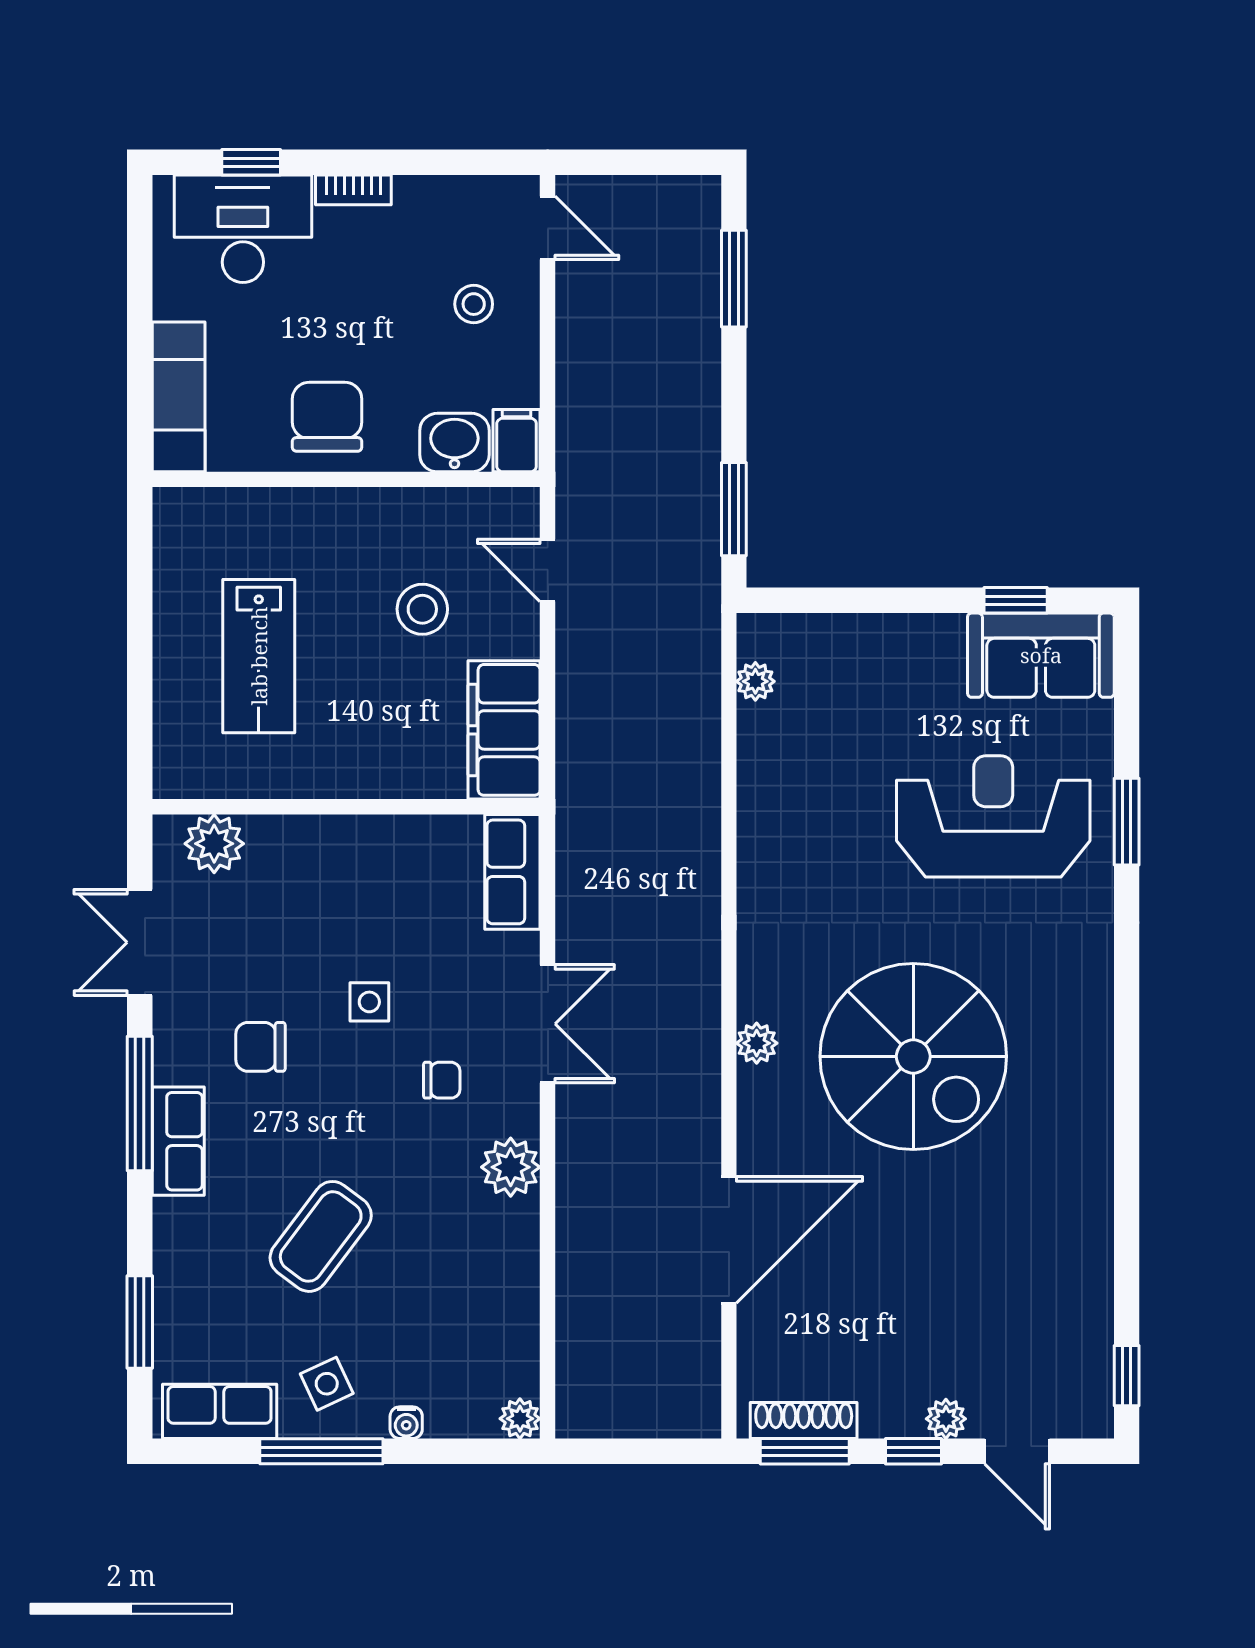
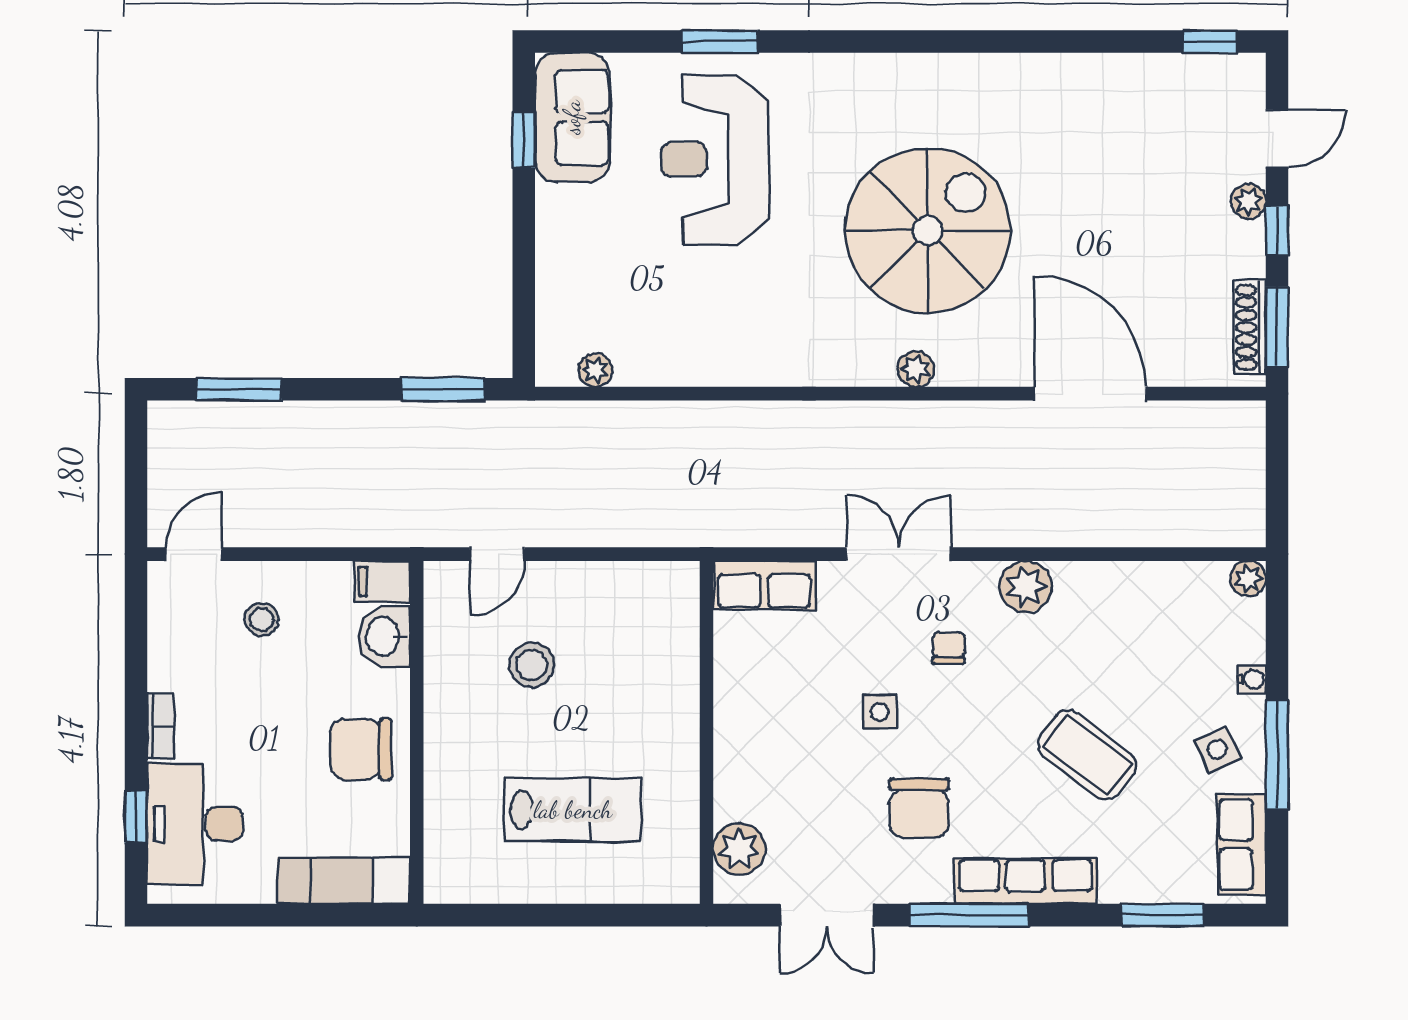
filing cabinet: (504, 730) -> (639, 593), removed
chair: (260, 1047) -> (919, 808), width x1.37, depth x1.37
row of seats: (178, 1141) -> (1026, 881), width x1.48

